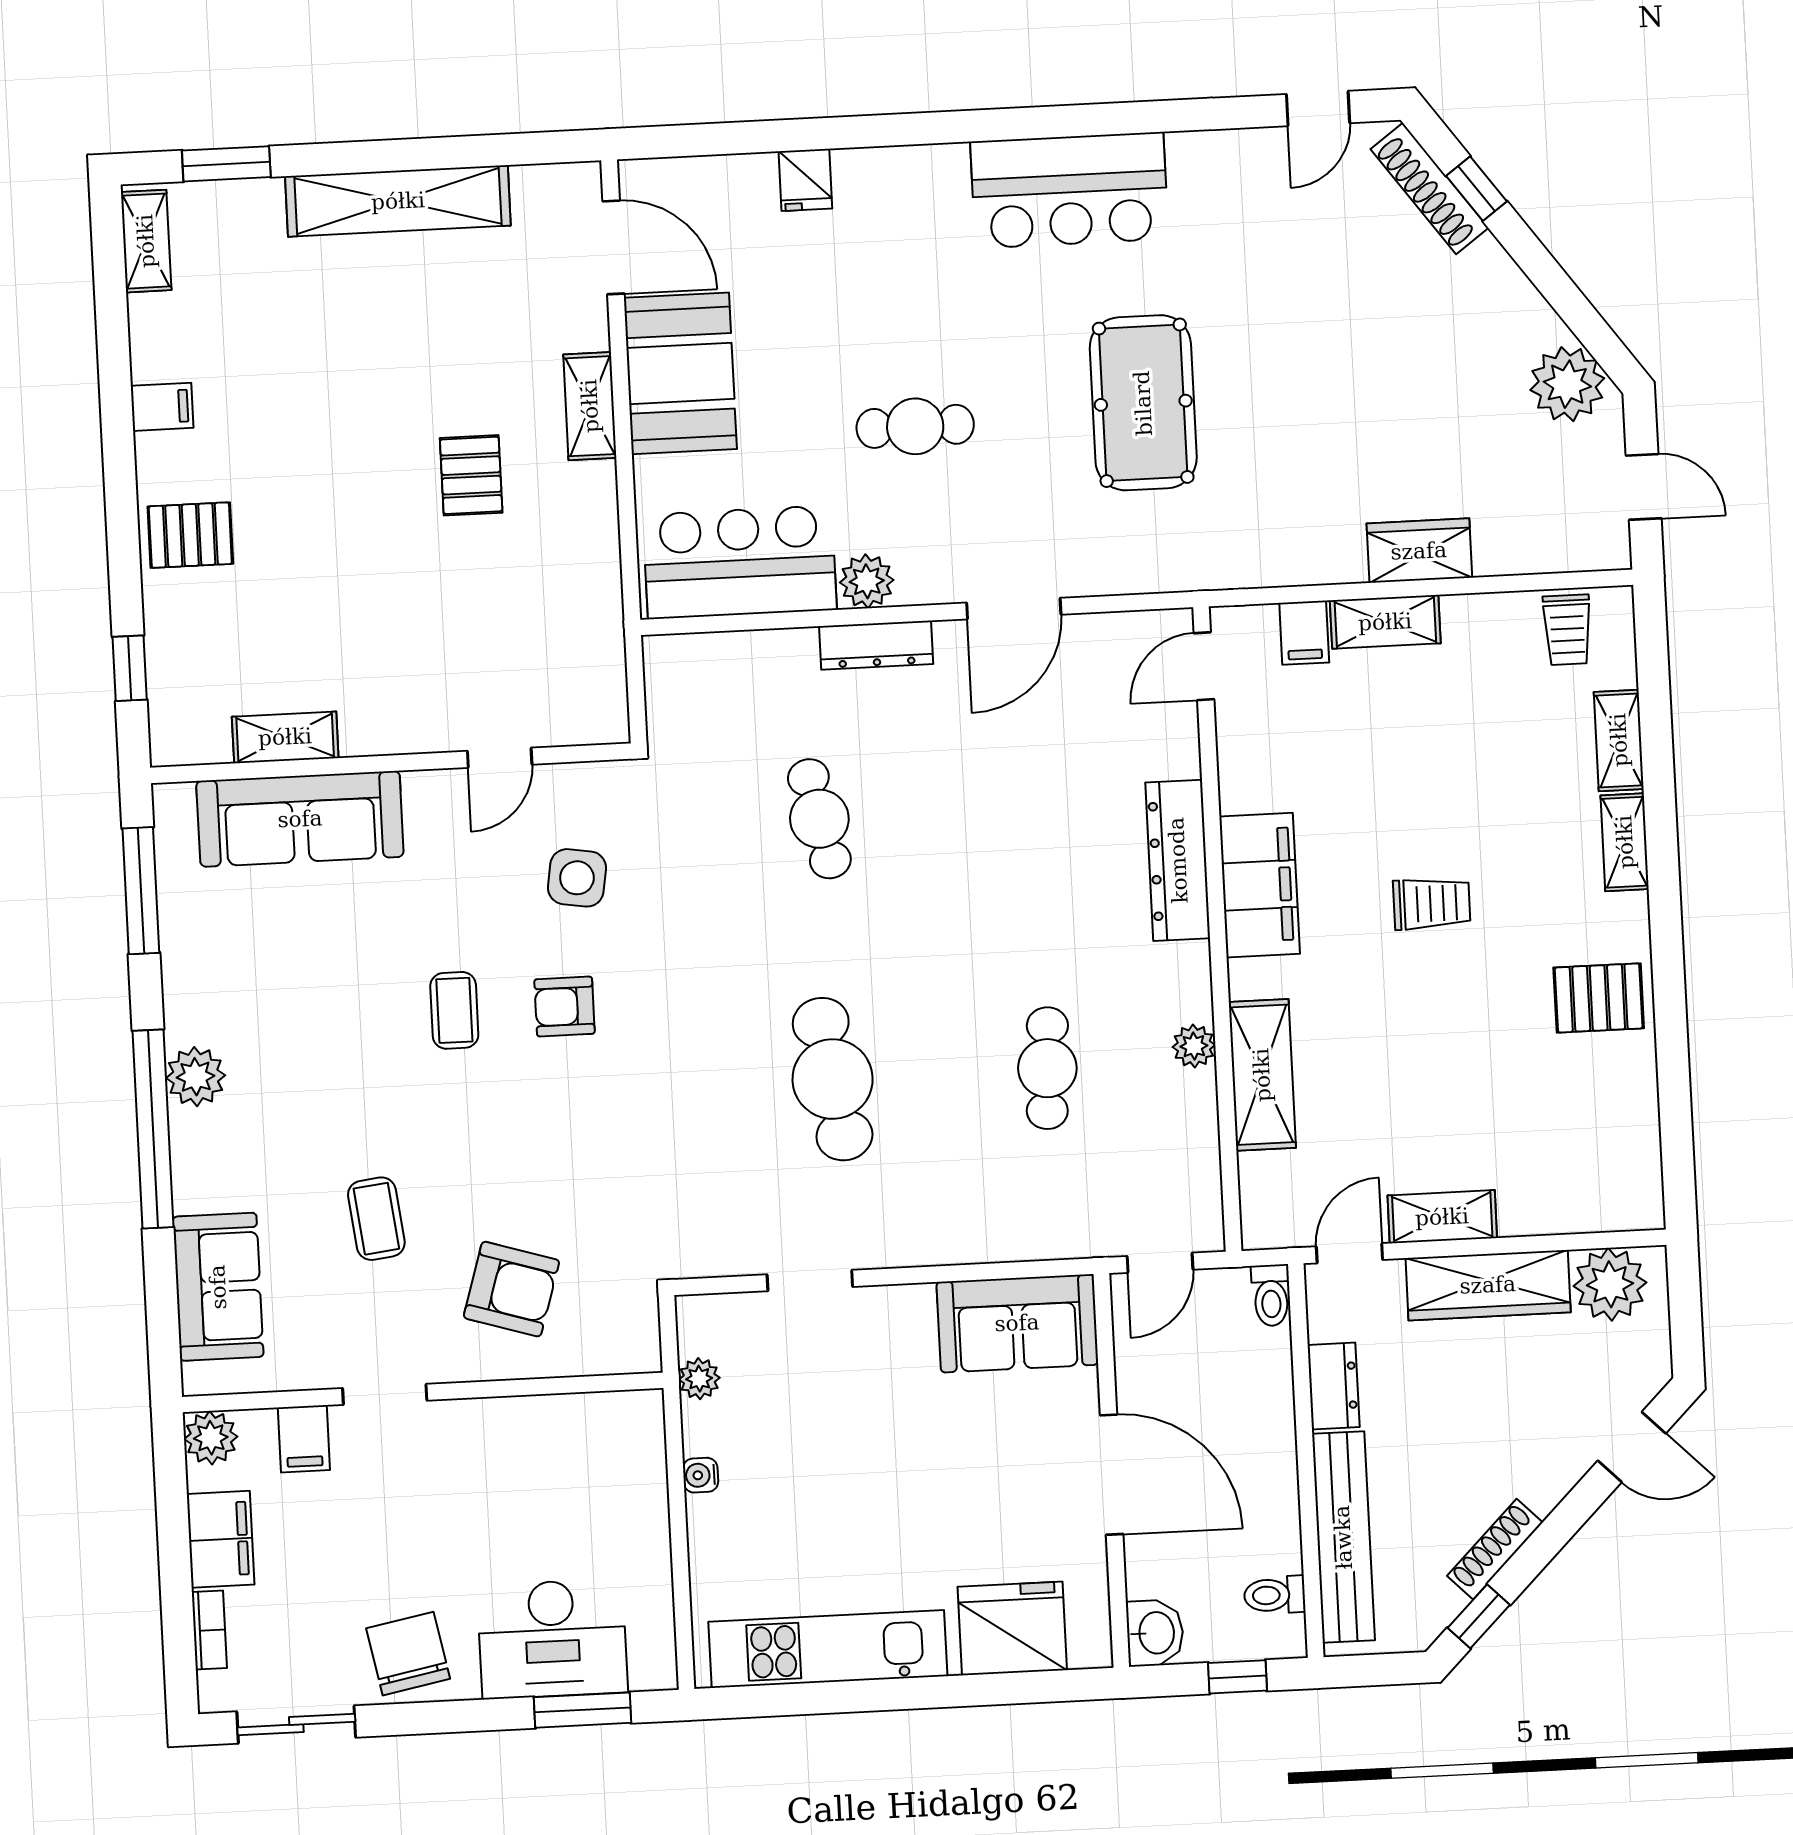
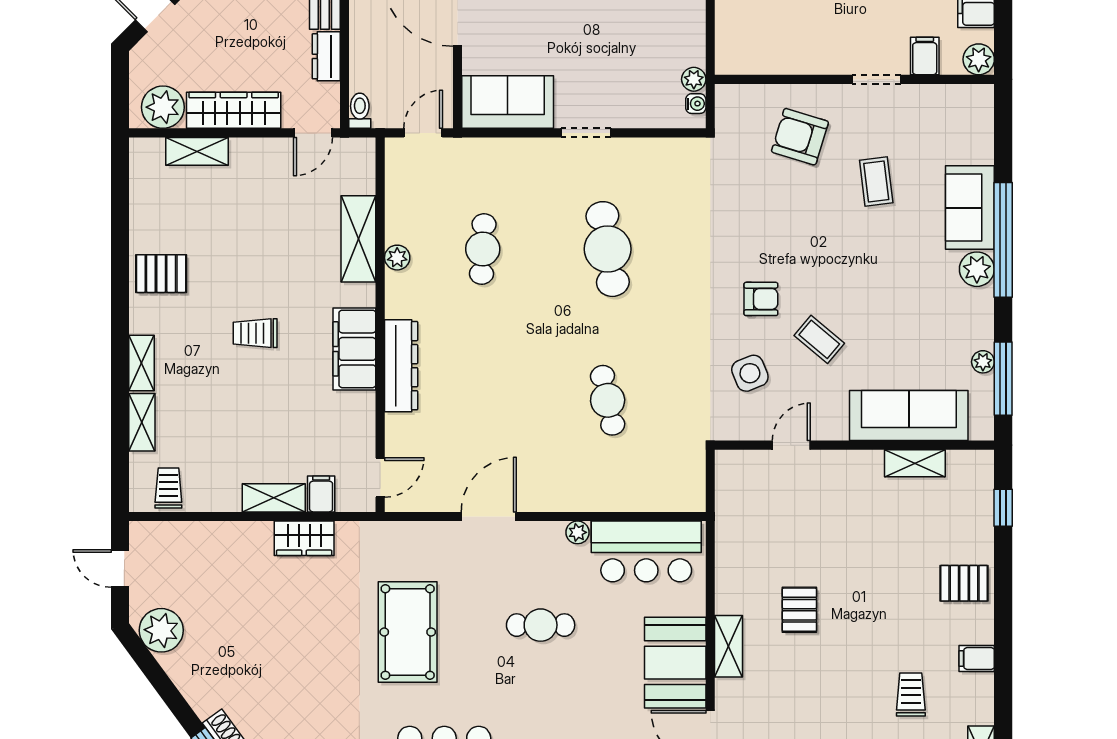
trolley: (272, 339) -> (911, 695), added
wardrobe: (1419, 551) -> (304, 538), moved
plant: (867, 581) -> (578, 532), width x0.73, depth x0.73
dresser: (876, 645) -> (570, 499), removed
side table: (577, 878) -> (750, 373), turned -31
plant: (177, 918) -> (983, 362), added
coffee table: (454, 1010) -> (819, 339), moved, turned -50
shelving: (1442, 1217) -> (197, 151), moved
doorway: (810, 1281) -> (586, 133), moved
sofa: (218, 1287) -> (970, 208), moved
water cooler: (701, 1475) -> (696, 104), moved

